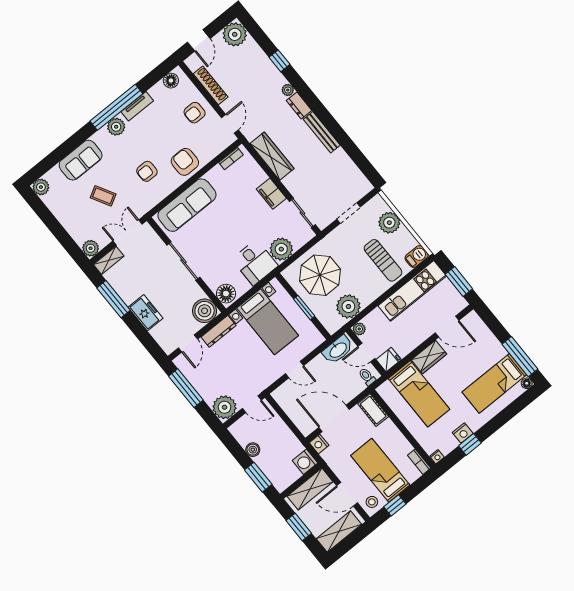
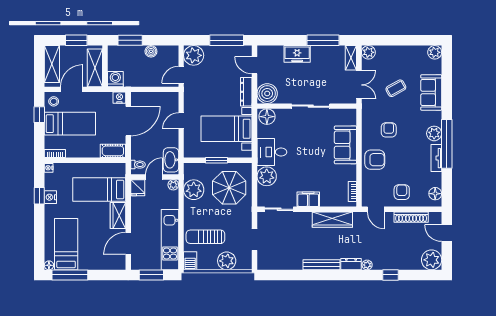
sofa: (187, 205) -> (345, 145), width x0.73

